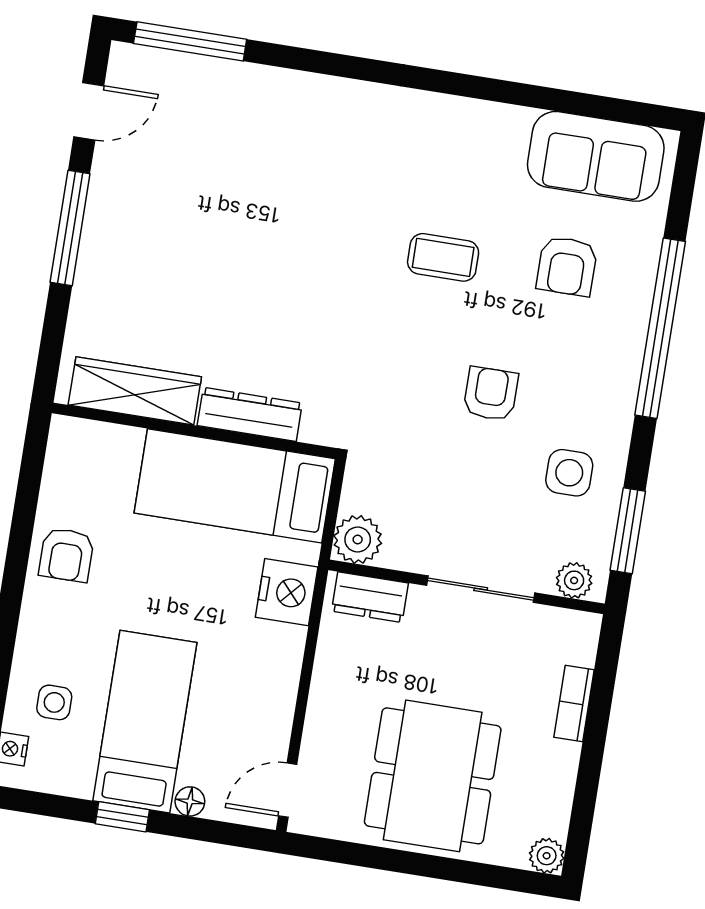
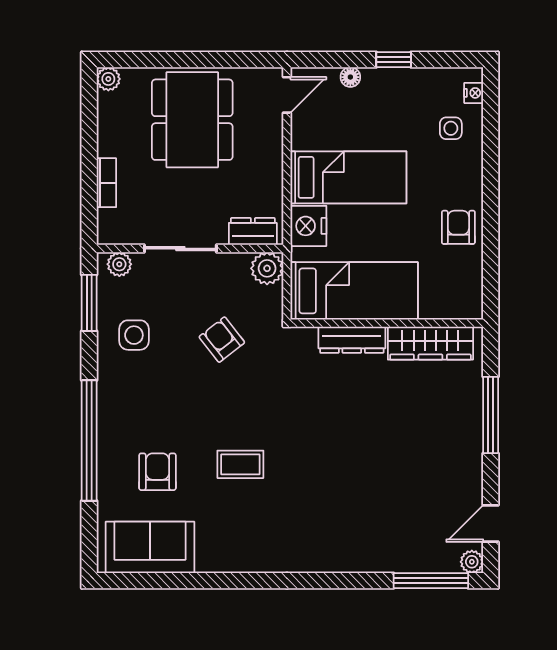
plant: (125, 59) -> (472, 562), added
window: (70, 228) -> (491, 415), moved
armchair: (491, 394) -> (222, 340), moved, turned 142
bed: (145, 722) -> (348, 177), moved, turned -90

